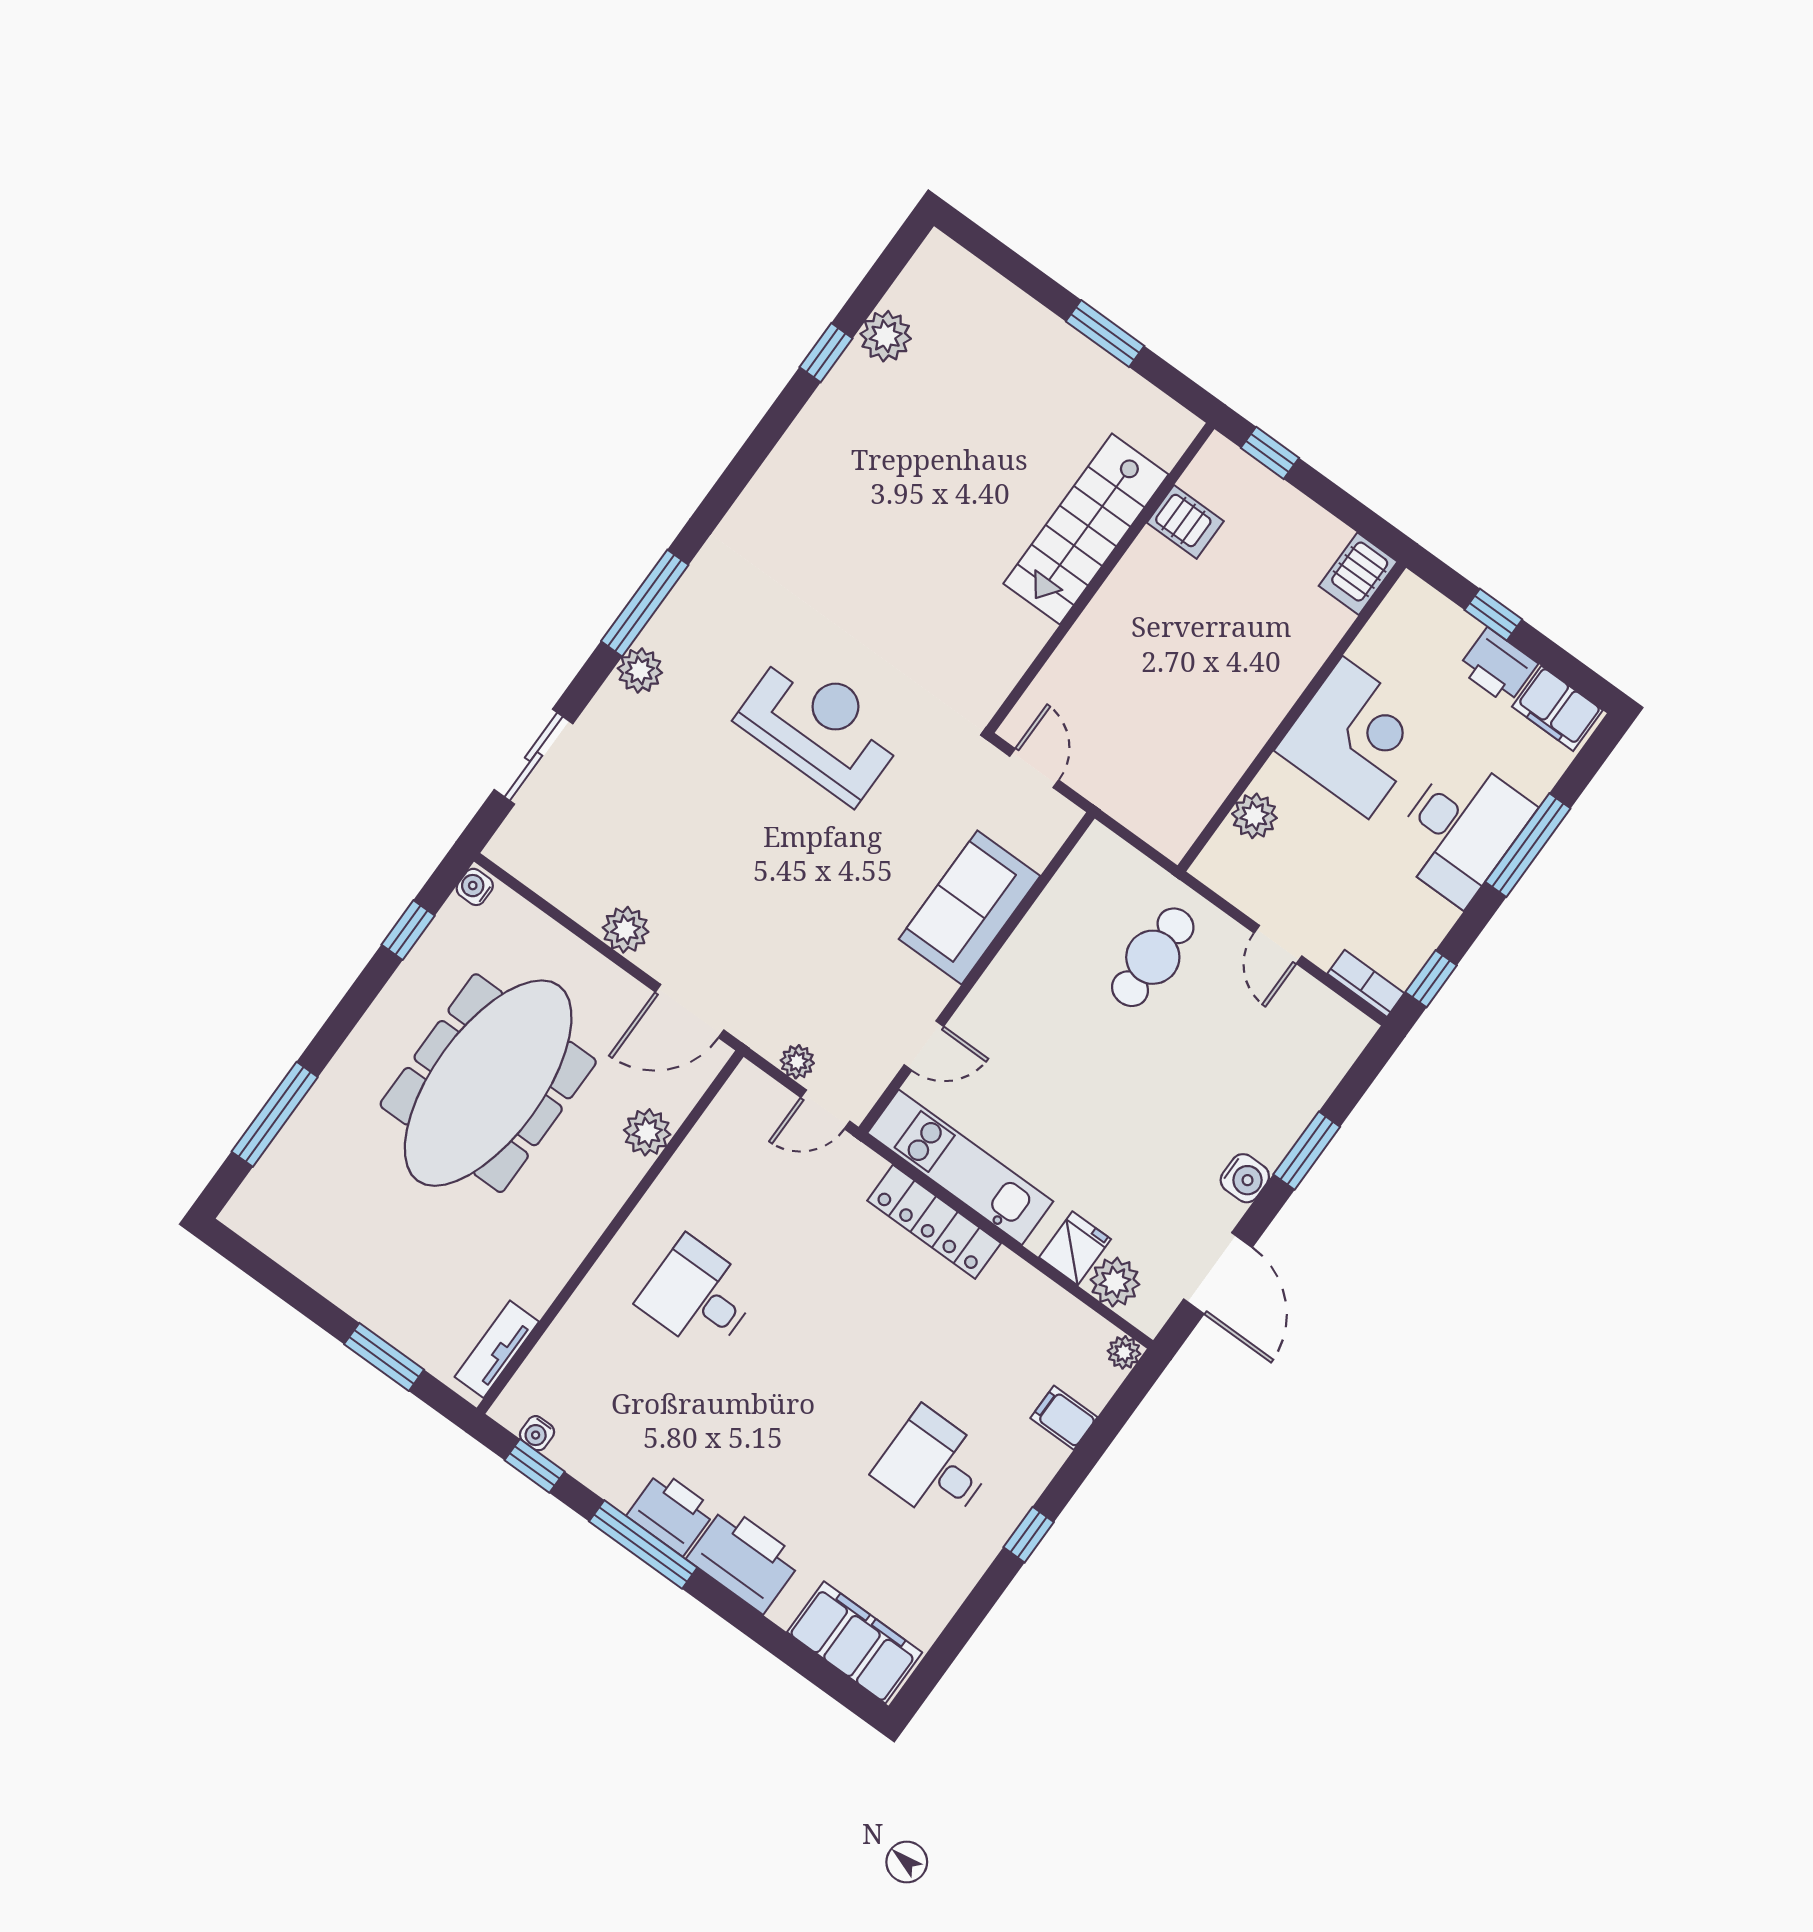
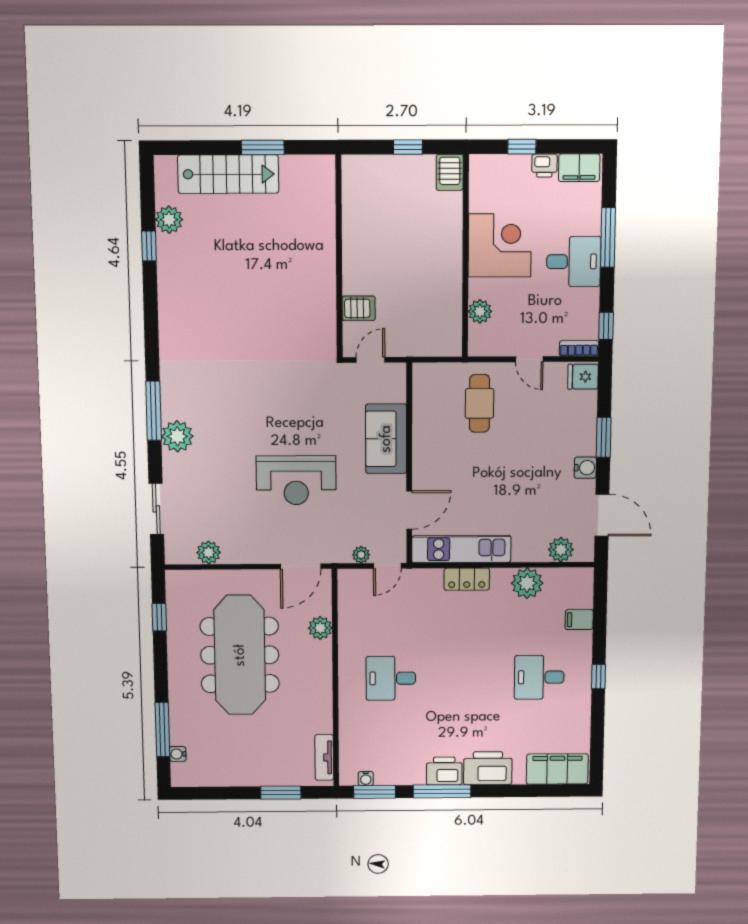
window: (1270, 453) -> (408, 147), moved
server rack: (1185, 522) -> (359, 308), moved
stairs: (1086, 529) -> (228, 174), moved, turned -90
printer: (1498, 666) -> (544, 166), width x0.73, depth x0.81
plant: (640, 670) -> (177, 436), width x1.36, depth x1.36
reception desk: (821, 727) -> (296, 480), moved, turned 180
door: (1034, 768) -> (370, 360), hinge flipped
desk: (1461, 830) -> (574, 262), width x0.73
water cooler: (475, 887) -> (178, 754), moved
plant: (626, 930) -> (209, 553), moved
door: (924, 1046) -> (409, 510), width x1.37
locker: (934, 1222) -> (467, 579), width x0.66
fridge: (1075, 1248) -> (583, 377), moved, turned -90
plant: (1124, 1352) -> (527, 583), moved, width x1.88, depth x1.88
window: (535, 1466) -> (375, 792), width x1.50

